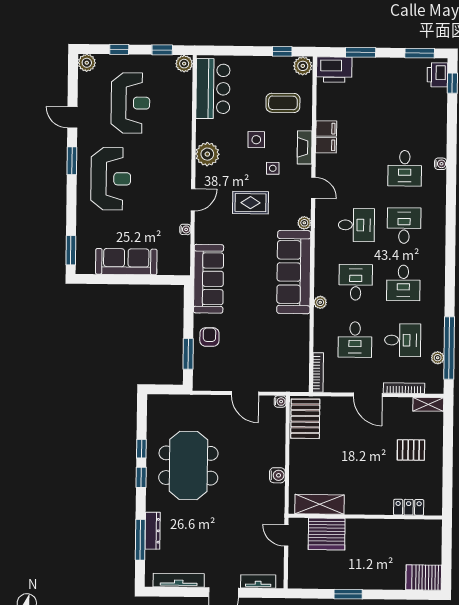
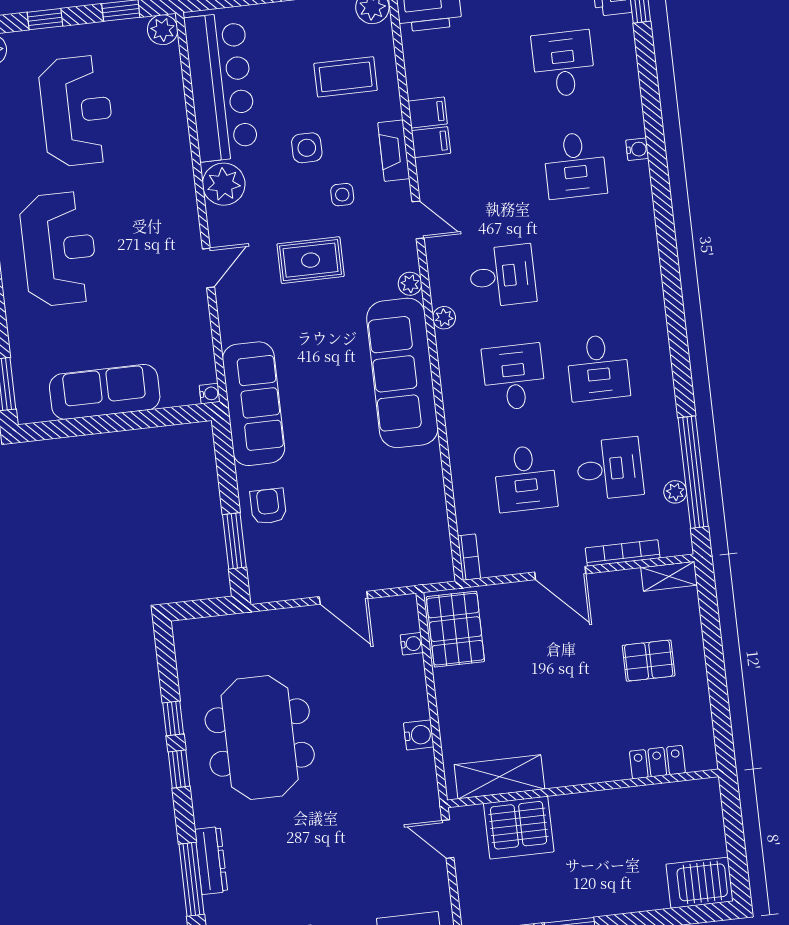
bar counter: (213, 89) -> (221, 87), width x1.36
desk: (404, 226) -> (563, 64), moved
water cooler: (185, 229) -> (210, 394), moved
plant: (320, 302) -> (444, 318), moved
bookcase: (318, 372) -> (469, 557), width x0.64
water cooler: (280, 402) -> (412, 644), moved

